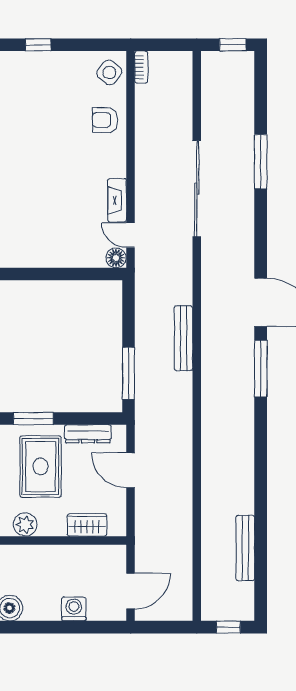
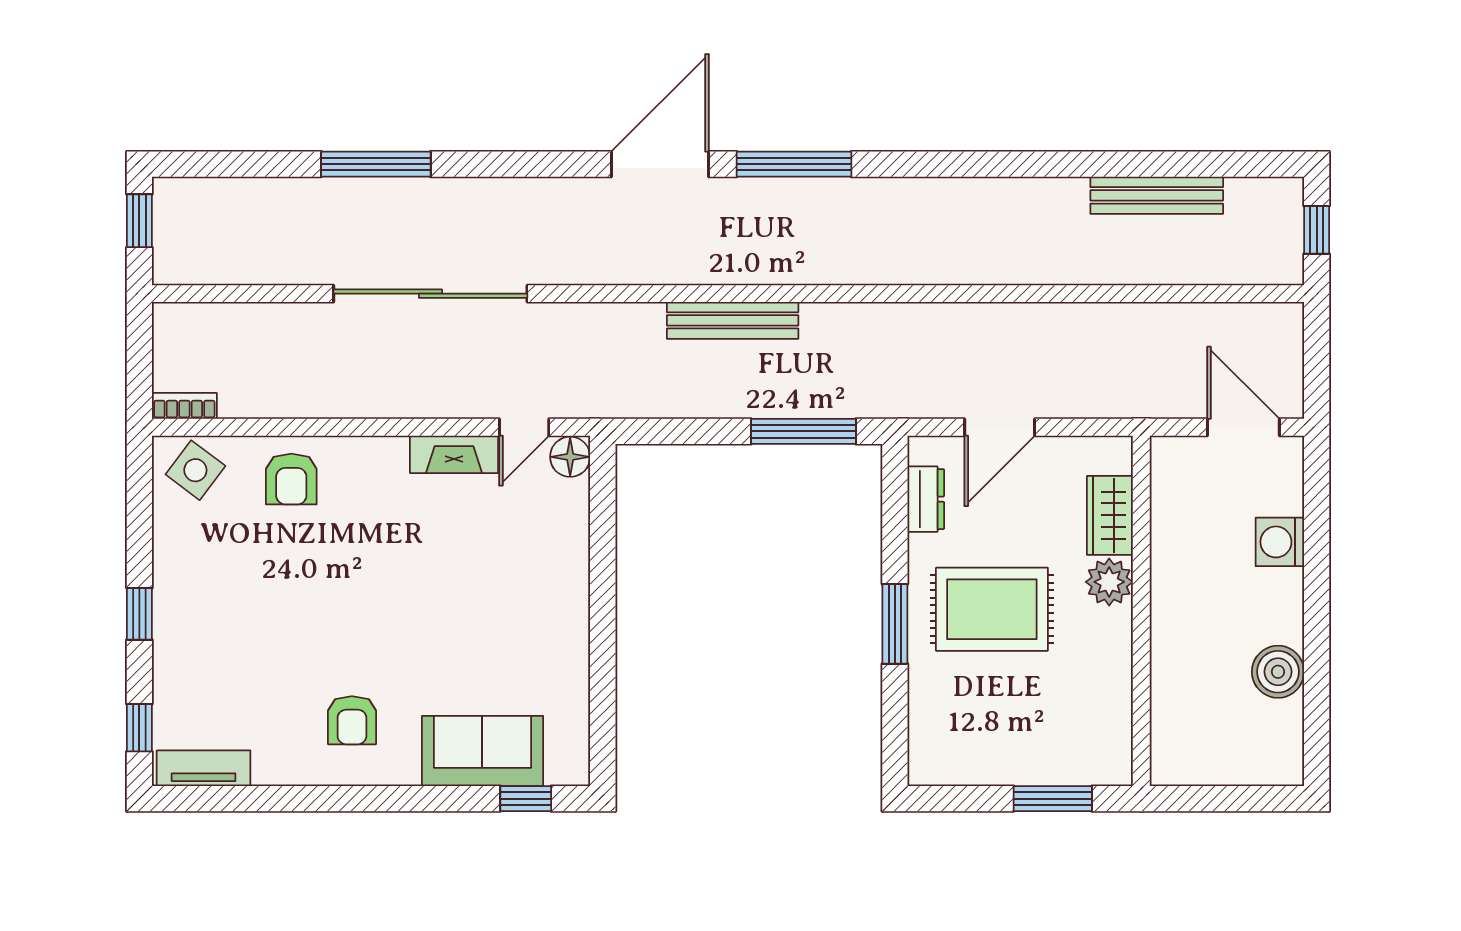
dresser: (88, 434) -> (926, 499), width x0.70
plant: (25, 525) -> (1109, 582), moved

